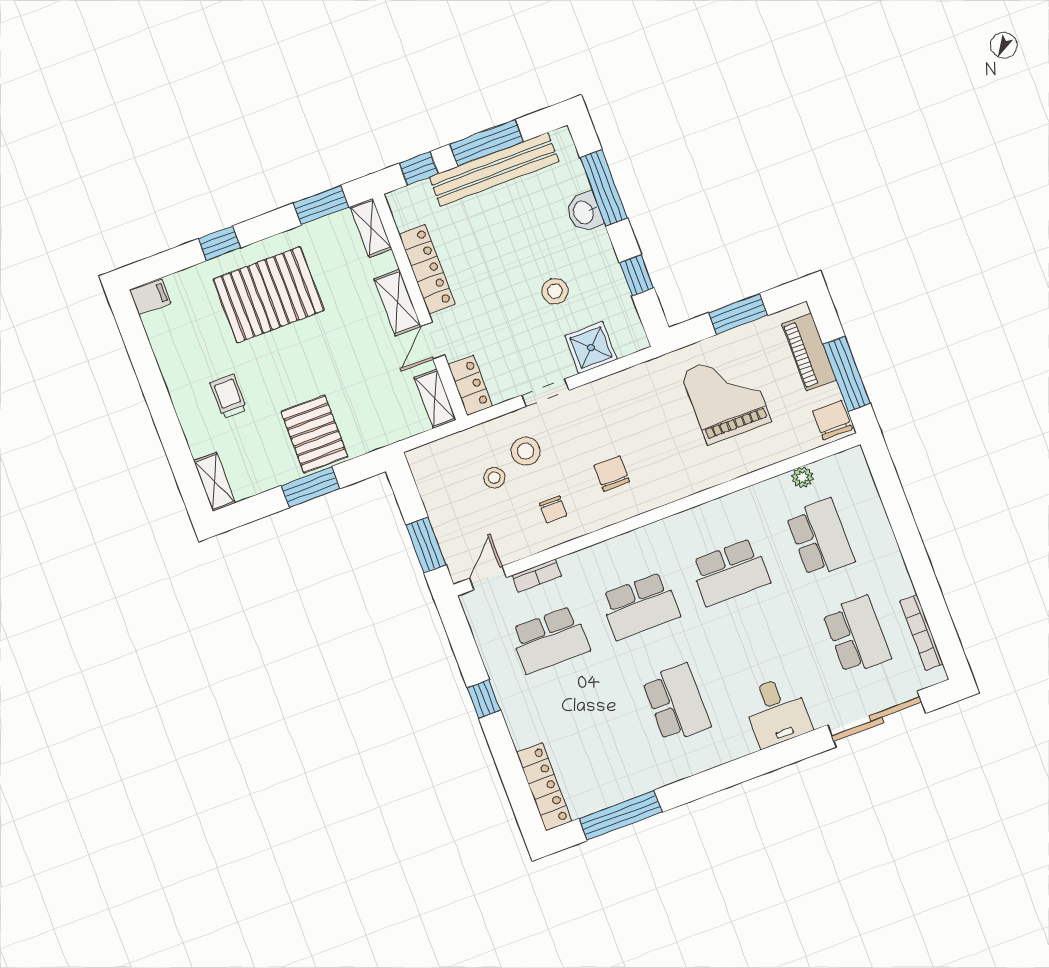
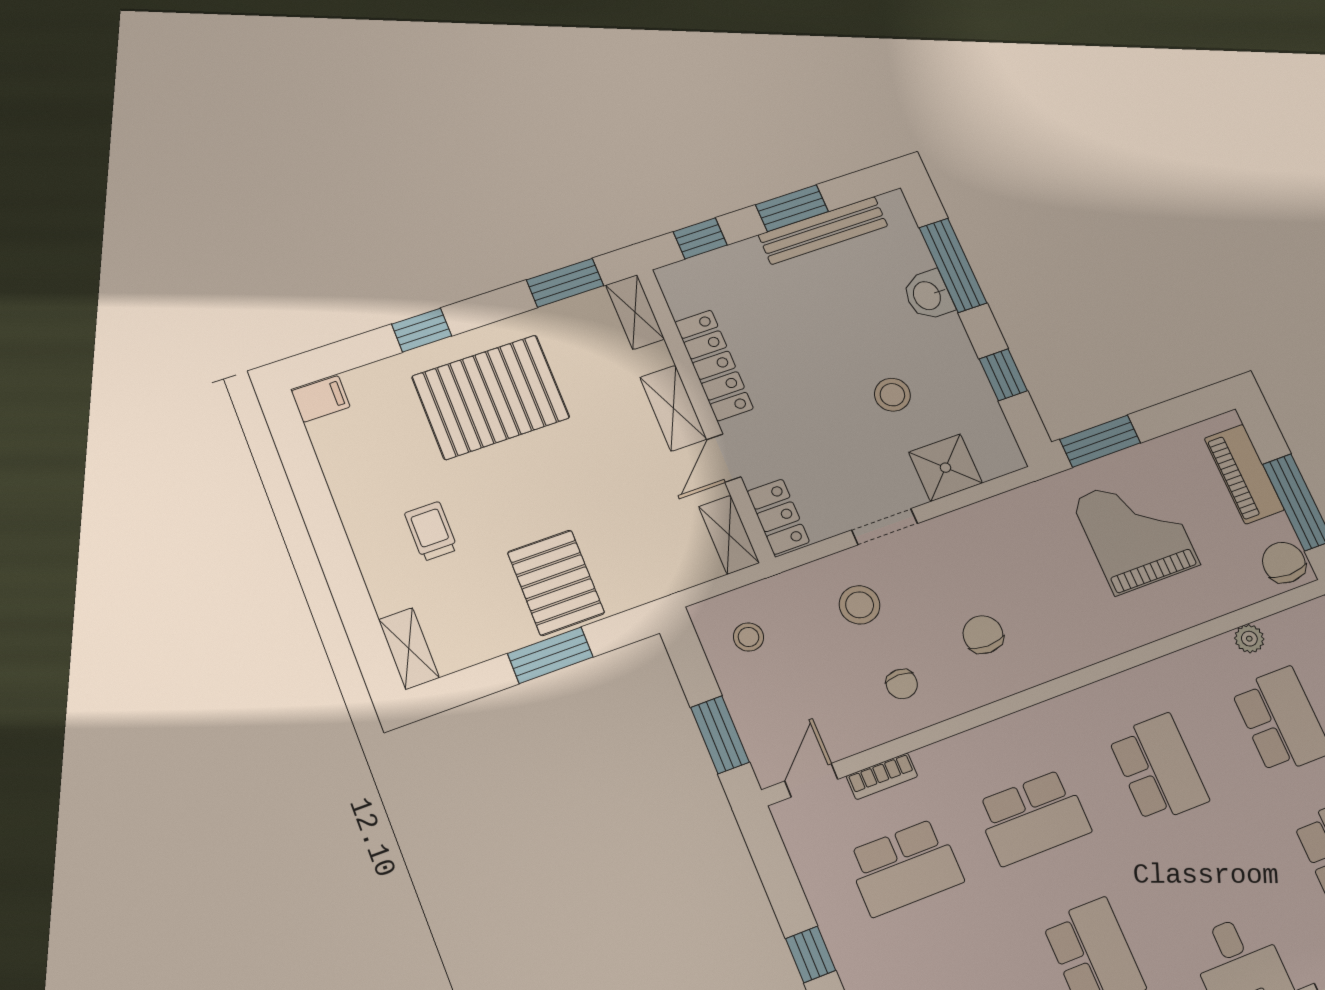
window: (486, 143) -> (792, 208), width x0.69
bench: (494, 169) -> (823, 230), width x0.73, depth x0.82
window: (738, 314) -> (1100, 441), moved
stool: (494, 478) -> (749, 637), moved
school desk: (730, 572) -> (1158, 768), turned -90

